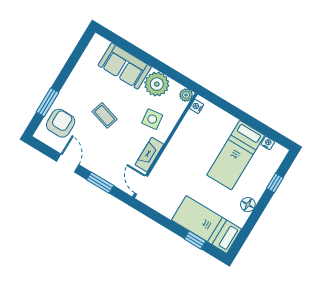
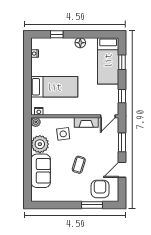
armchair: (61, 123) -> (100, 189), turned 90
bed: (236, 155) -> (54, 87), moved
window: (155, 216) -> (122, 96), added

